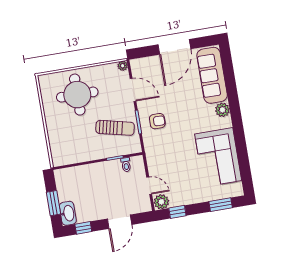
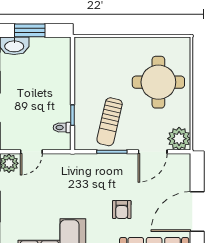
door: (174, 47) -> (197, 212), hinge flipped
plant: (123, 66) -> (179, 139), width x1.88, depth x1.88
armchair: (157, 121) -> (122, 209), moved

